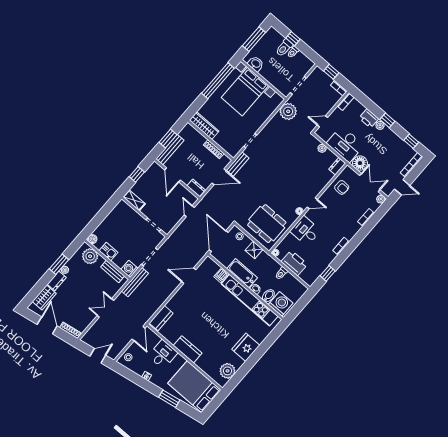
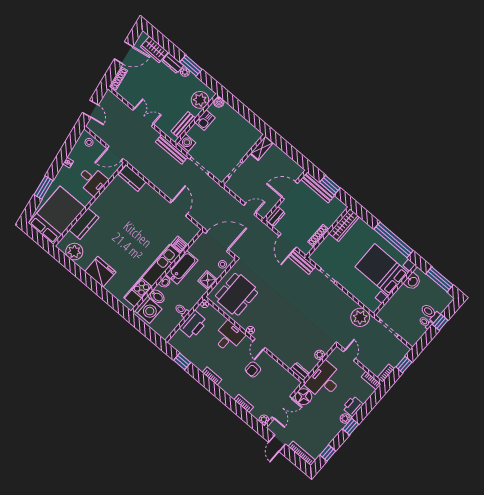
window: (137, 174) -> (290, 151), removed
armchair: (342, 187) -> (253, 369), moved
kitchen counter: (188, 349) -> (84, 224), moved

